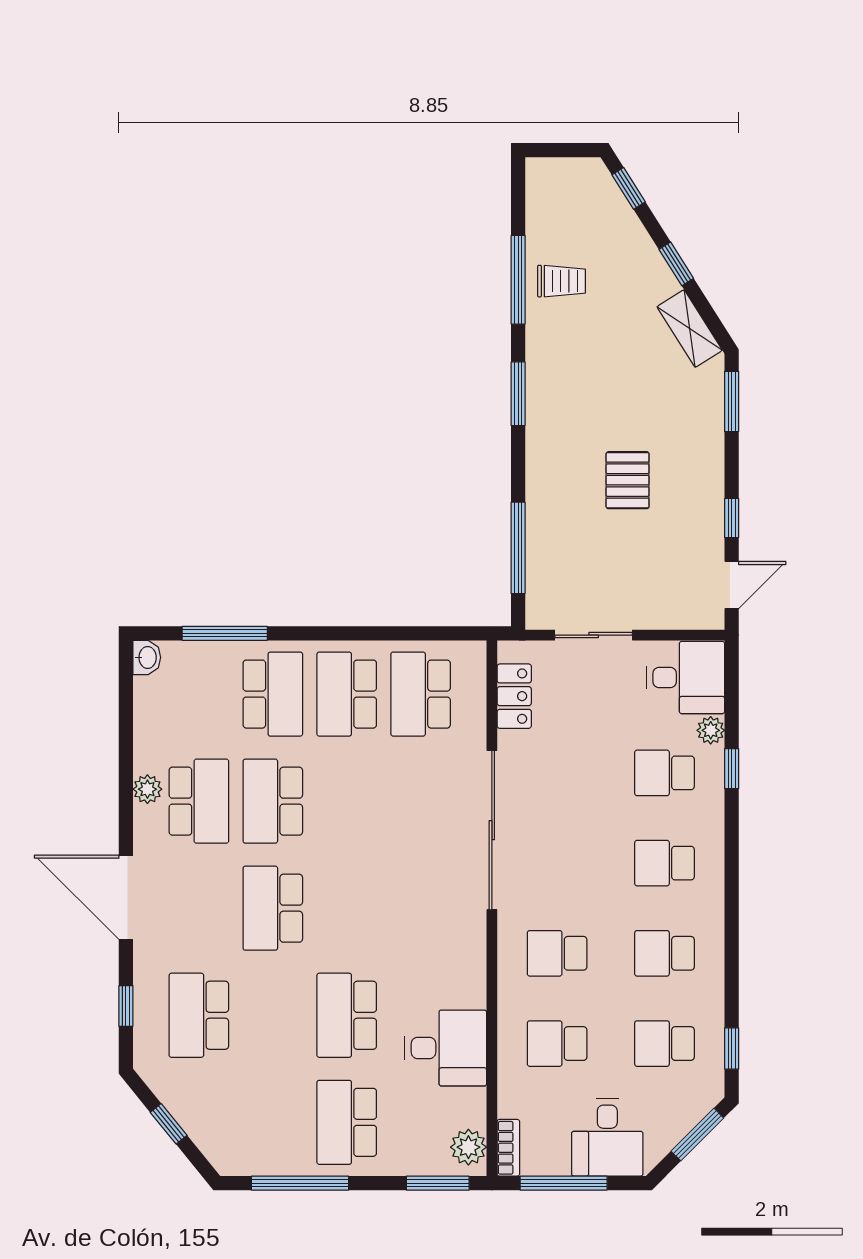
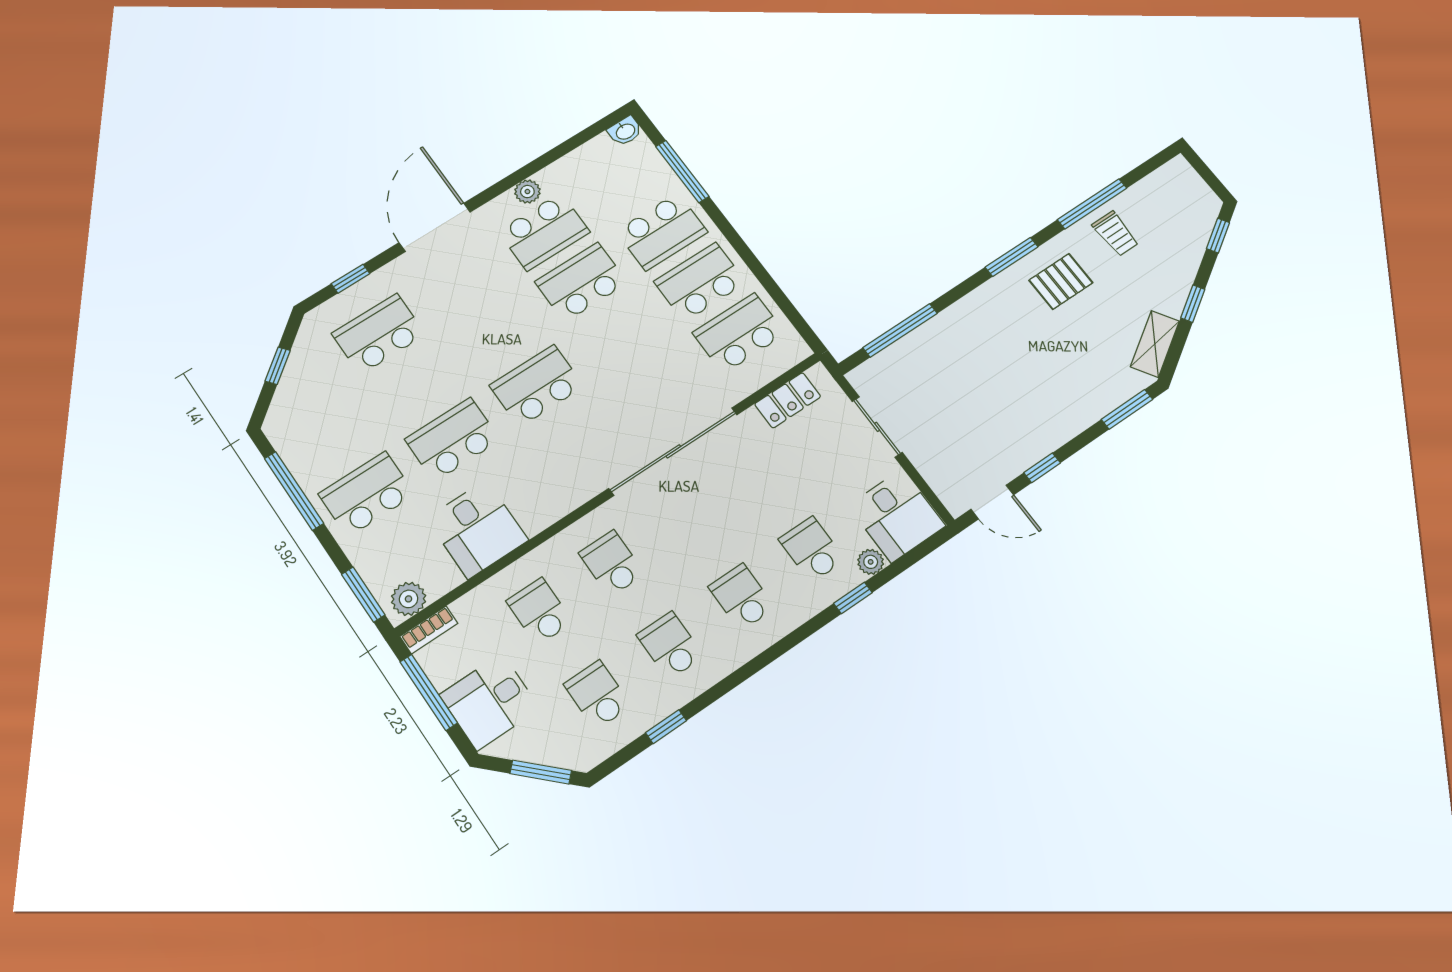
pallet: (628, 480) -> (1061, 281), moved
school desk: (273, 908) -> (537, 386), moved
window: (732, 1048) -> (666, 727), moved

